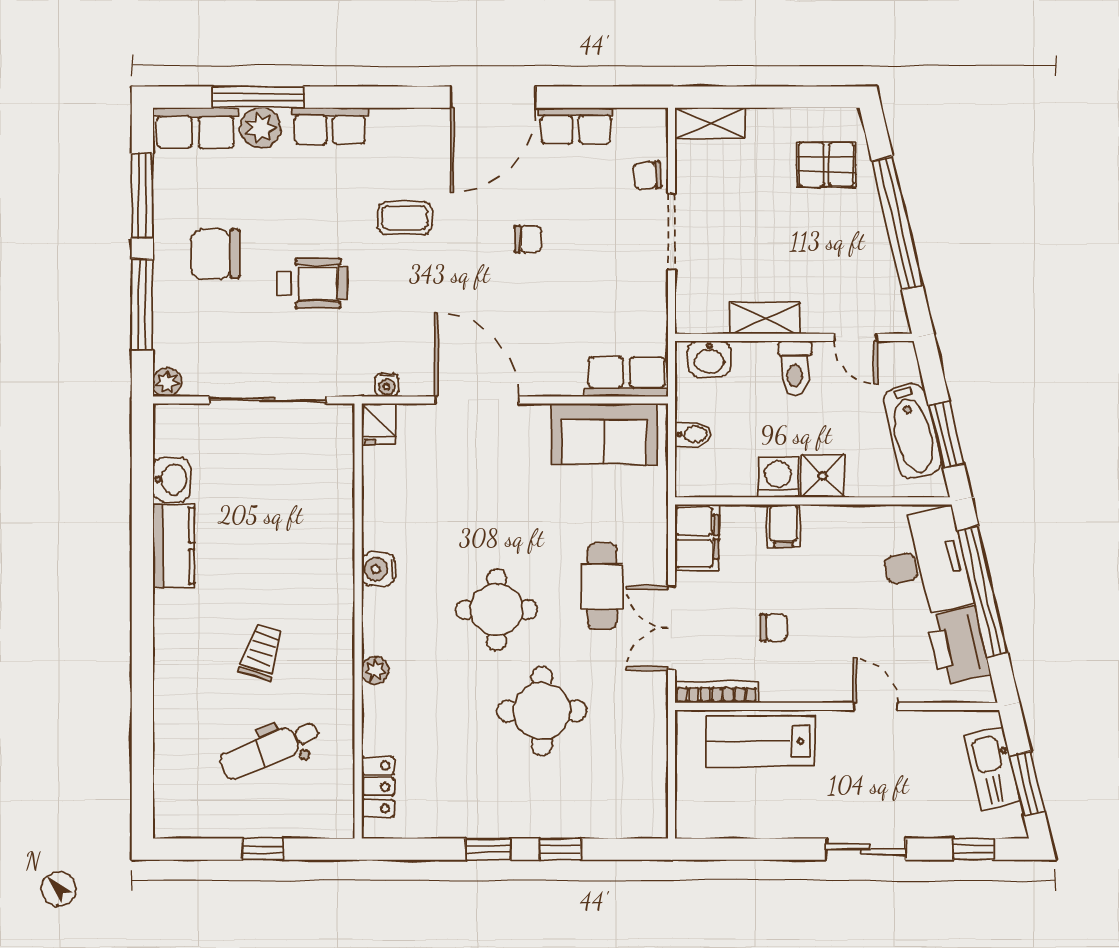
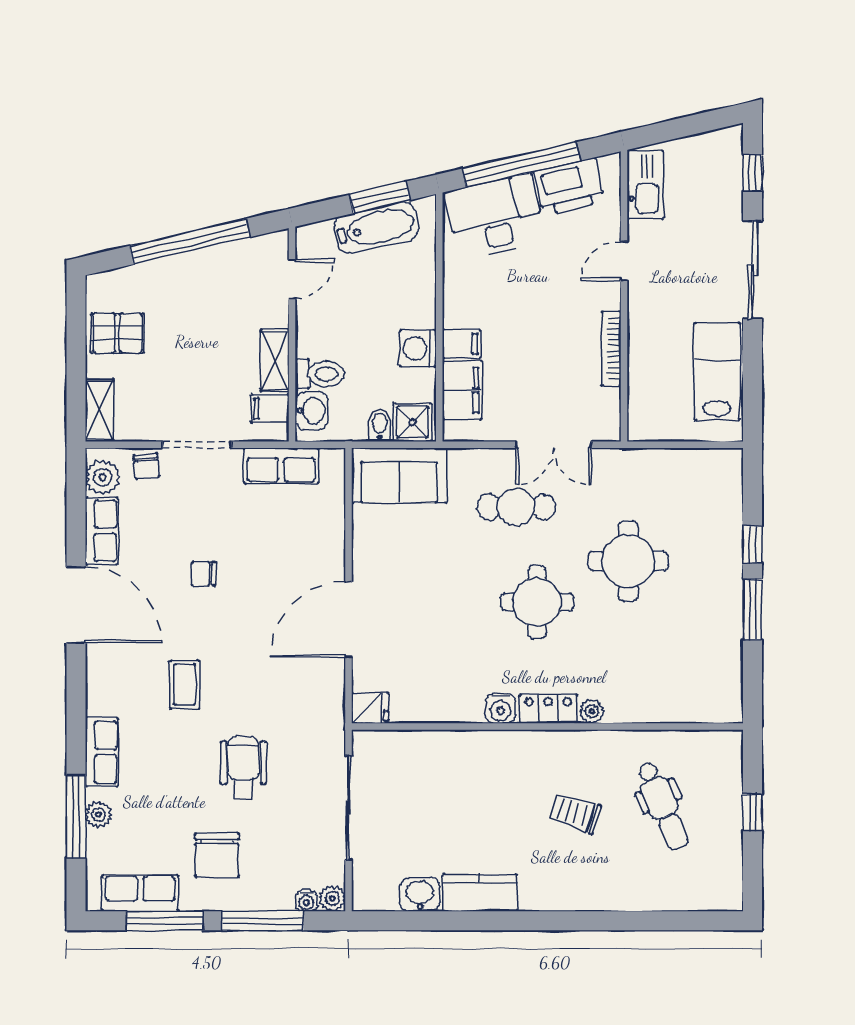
plant: (635, 127) -> (102, 477), added
row of seats: (195, 128) -> (140, 893), moved, turned -90
plant: (260, 128) -> (98, 815), width x0.73, depth x0.73
pallet: (826, 164) -> (117, 333), moved, turned 90
chair: (528, 239) -> (204, 574), turned -90
filing cabinet: (712, 313) -> (270, 409), added
toilet: (795, 368) -> (320, 374), moved
row of seats: (626, 377) -> (281, 466), moved, turned -90
water cooler: (387, 385) -> (306, 901), moved, turned 90
sofa: (604, 434) -> (399, 475), moved, turned 90
shower: (823, 476) -> (412, 422), moved
filing cabinet: (697, 537) -> (462, 390), moved, turned 90
chair: (774, 628) -> (553, 353), removed
bookcase: (717, 692) -> (611, 349), moved
lab bench: (760, 741) -> (717, 371), moved, turned 180
kitchen sink: (992, 769) -> (645, 185), moved, turned -77
window: (1027, 783) -> (693, 125), removed
locker: (378, 787) -> (548, 709), moved
window: (488, 849) -> (753, 610), width x1.50
sliding door: (866, 849) -> (753, 270), width x1.37

